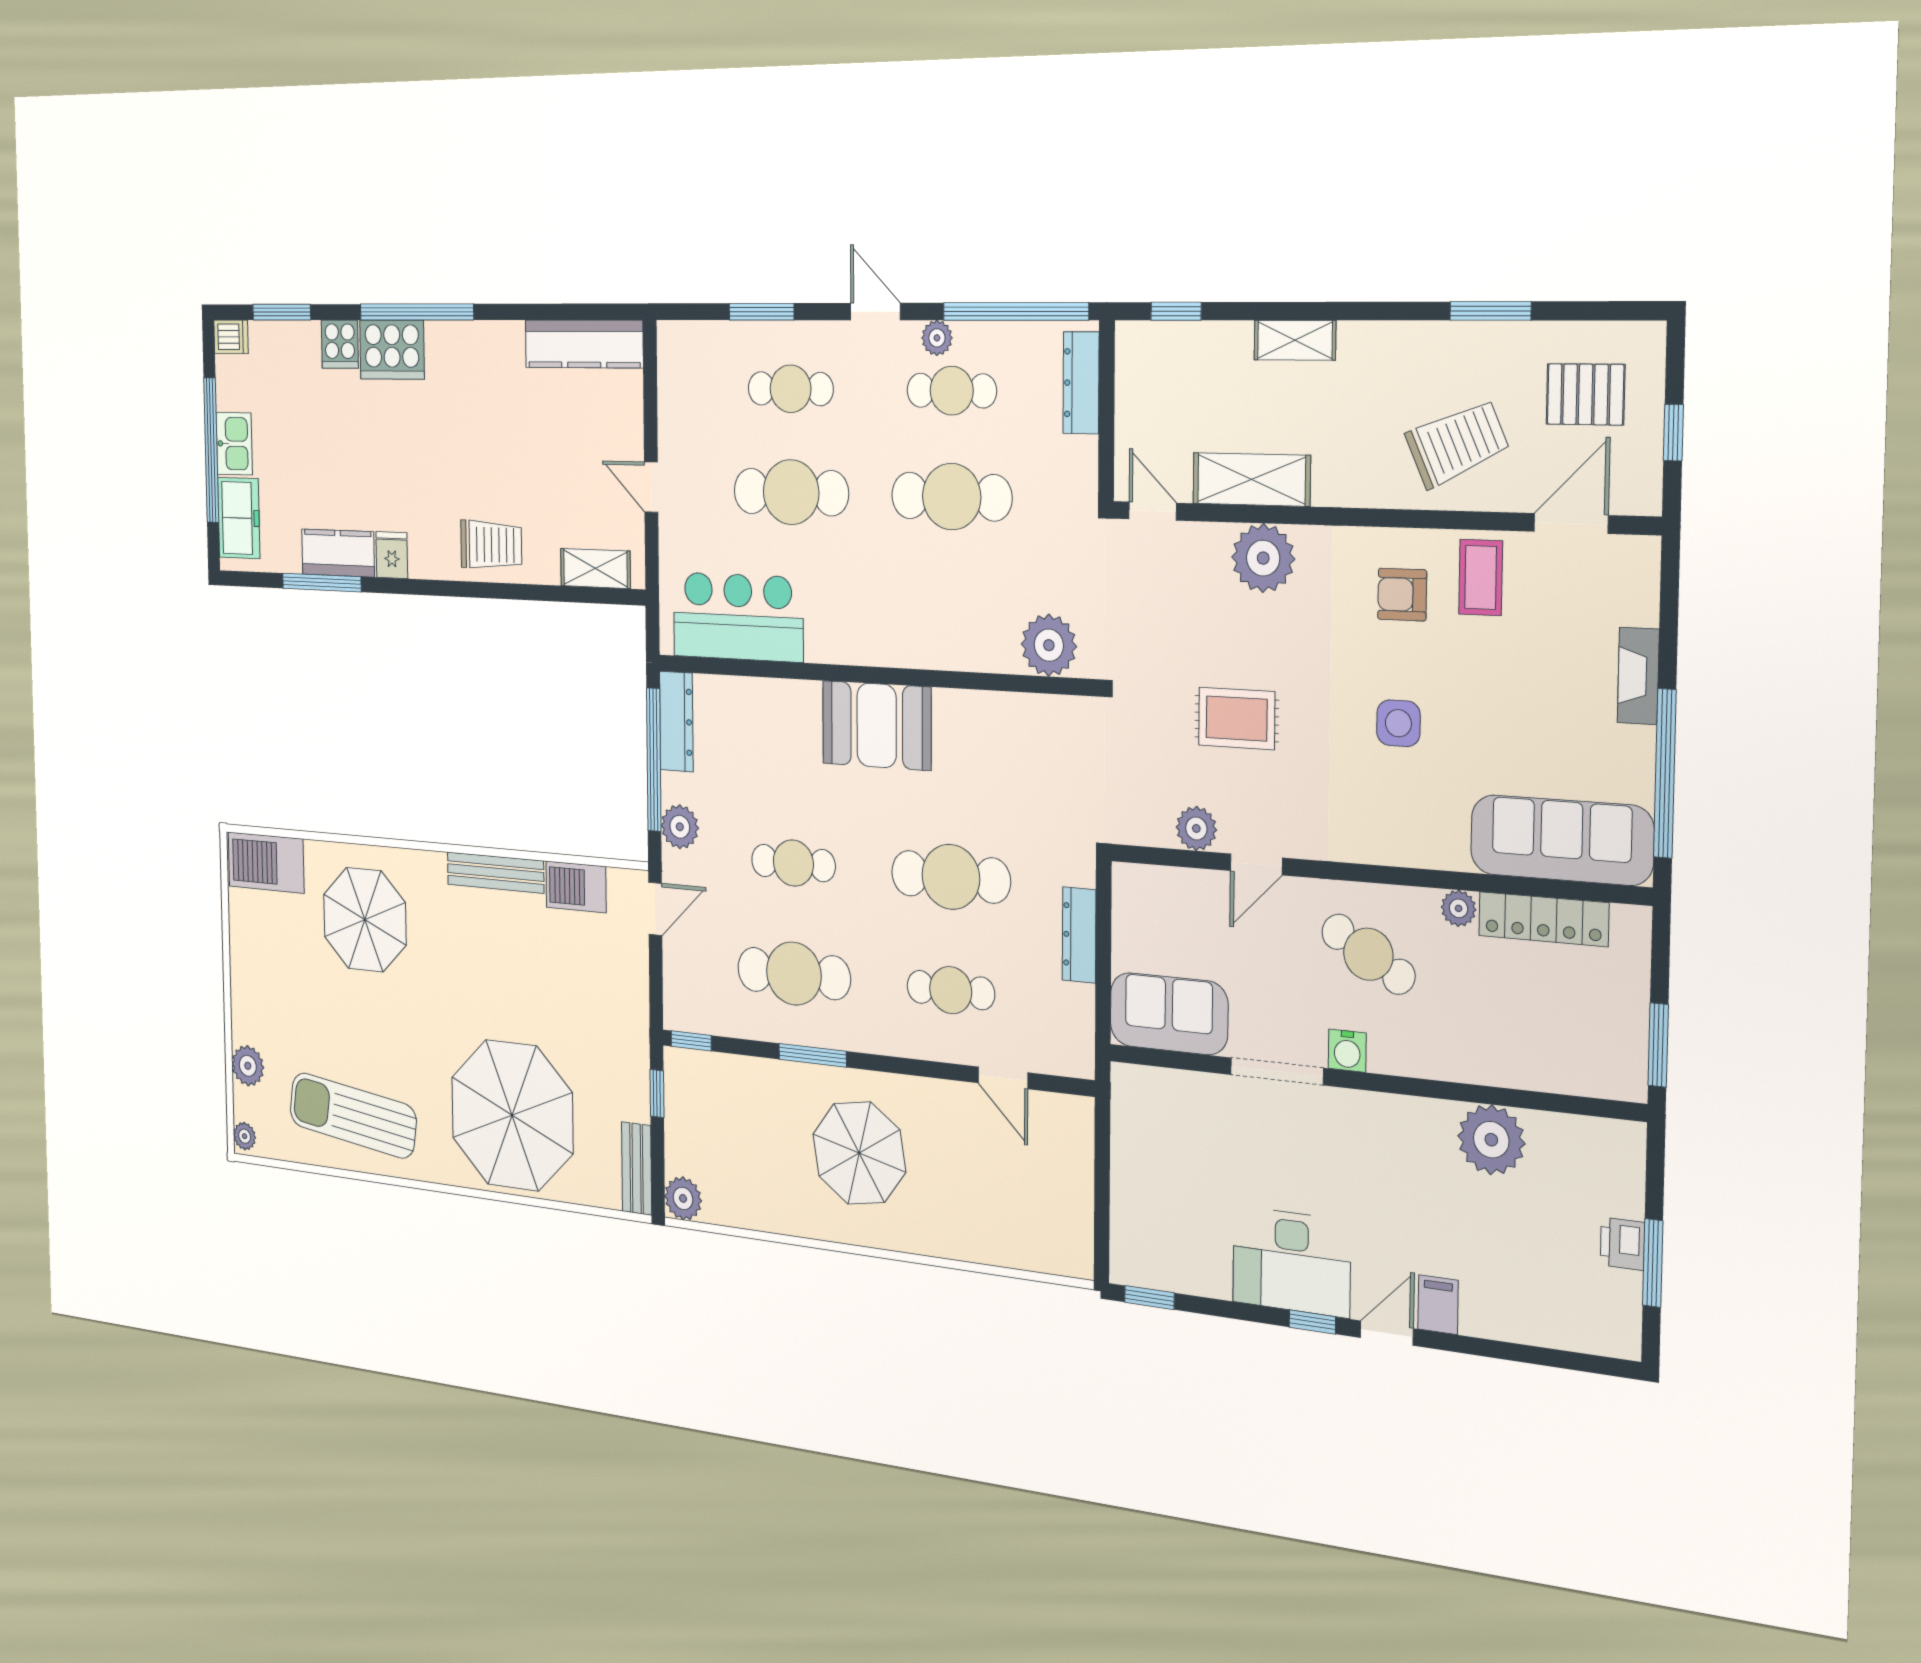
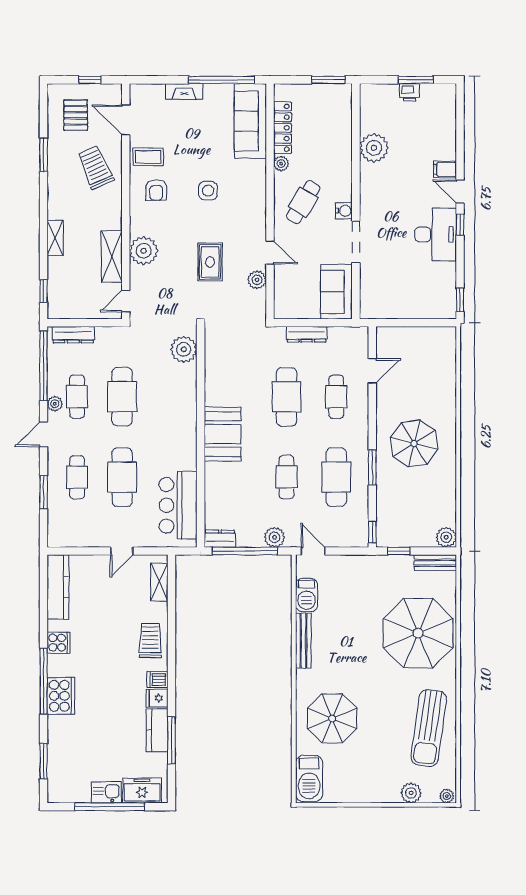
dishwasher: (231, 337) -> (157, 679), moved, turned -90
cooker: (340, 344) -> (59, 643), moved
dresser: (676, 722) -> (220, 539), width x0.70

